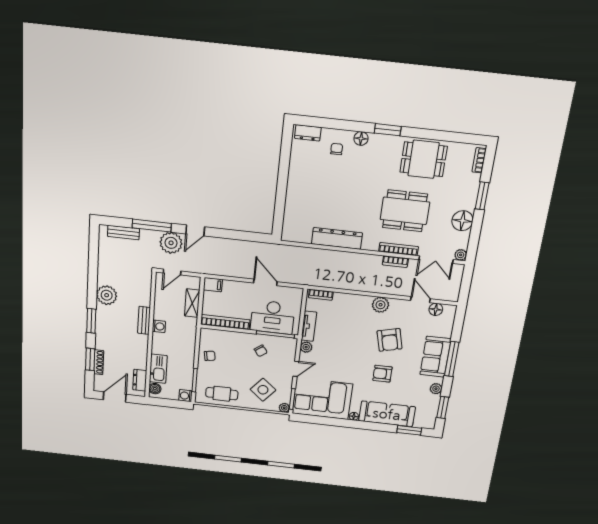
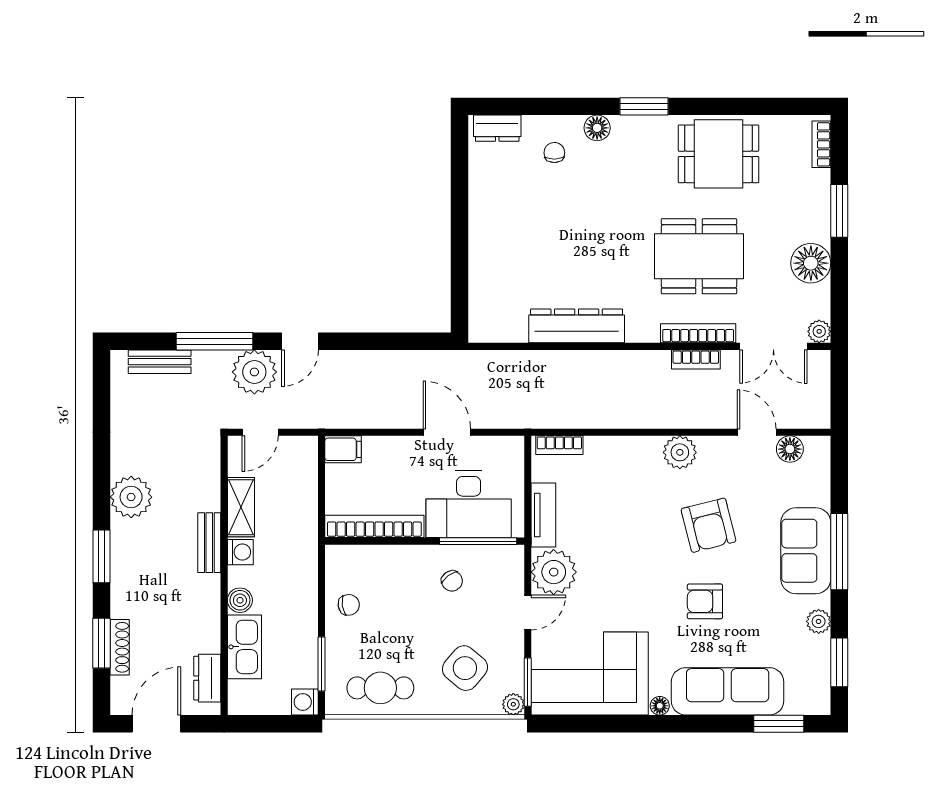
shelving: (192, 303) -> (241, 507), moved
plant: (306, 347) -> (554, 572), width x1.88, depth x1.88
boiler: (155, 389) -> (240, 600), moved

